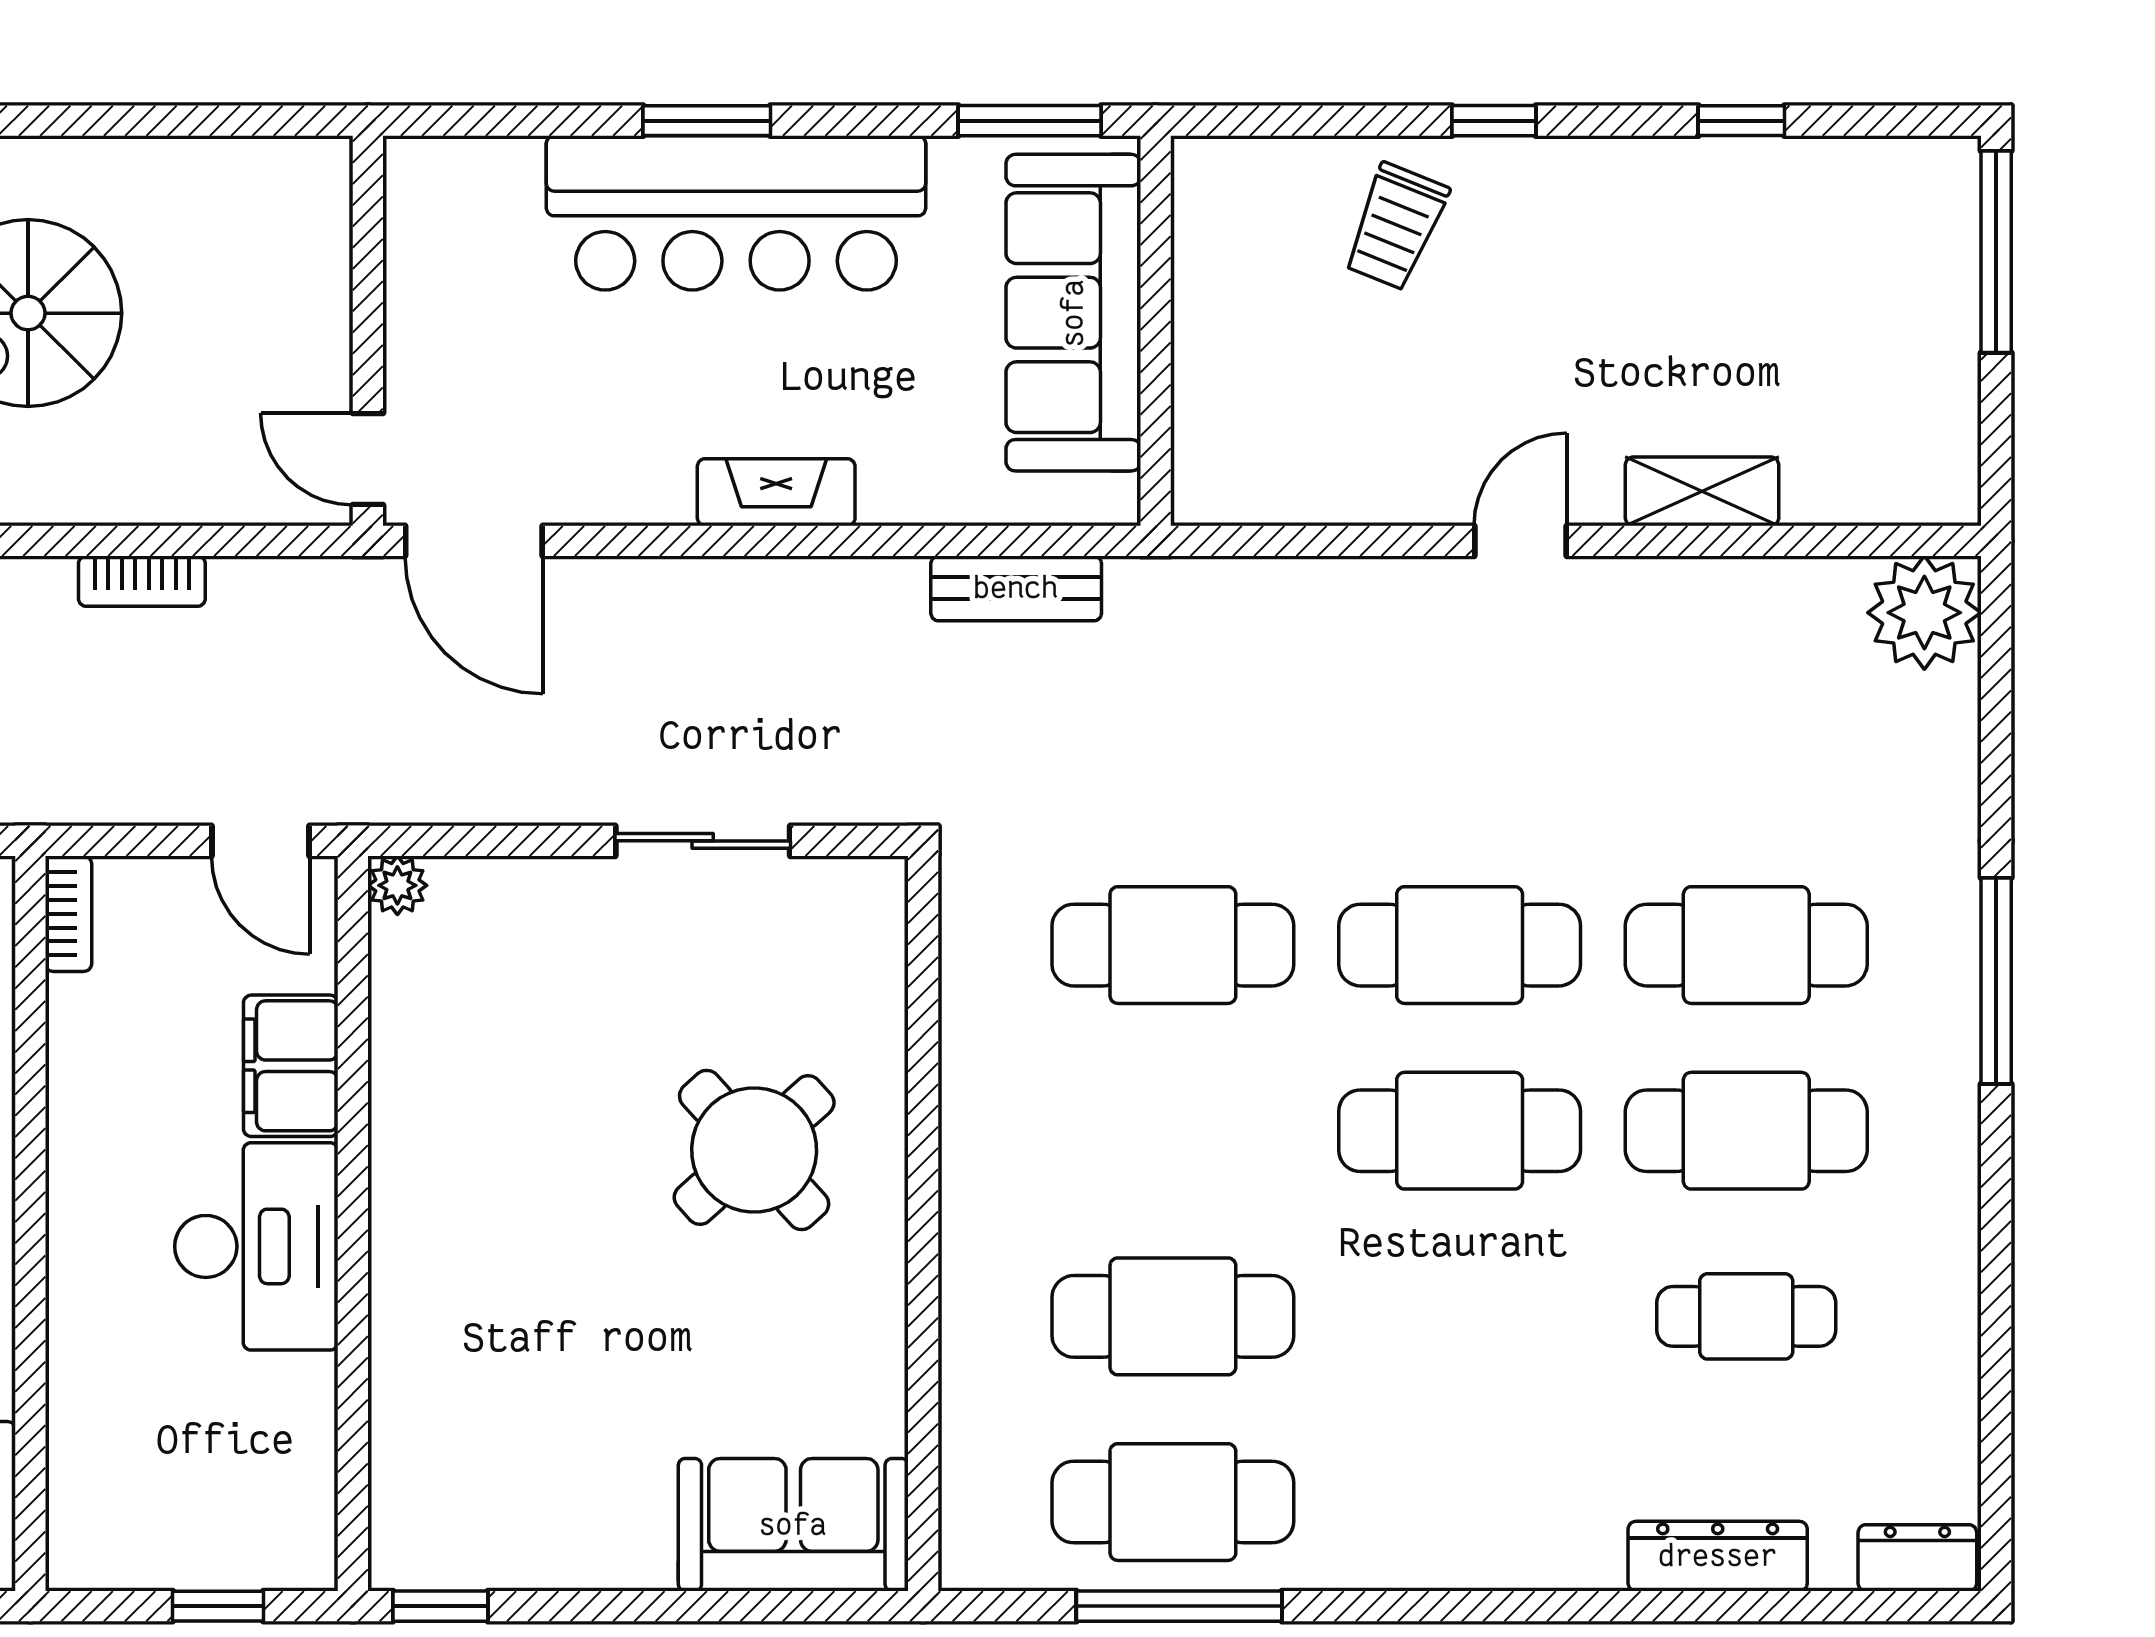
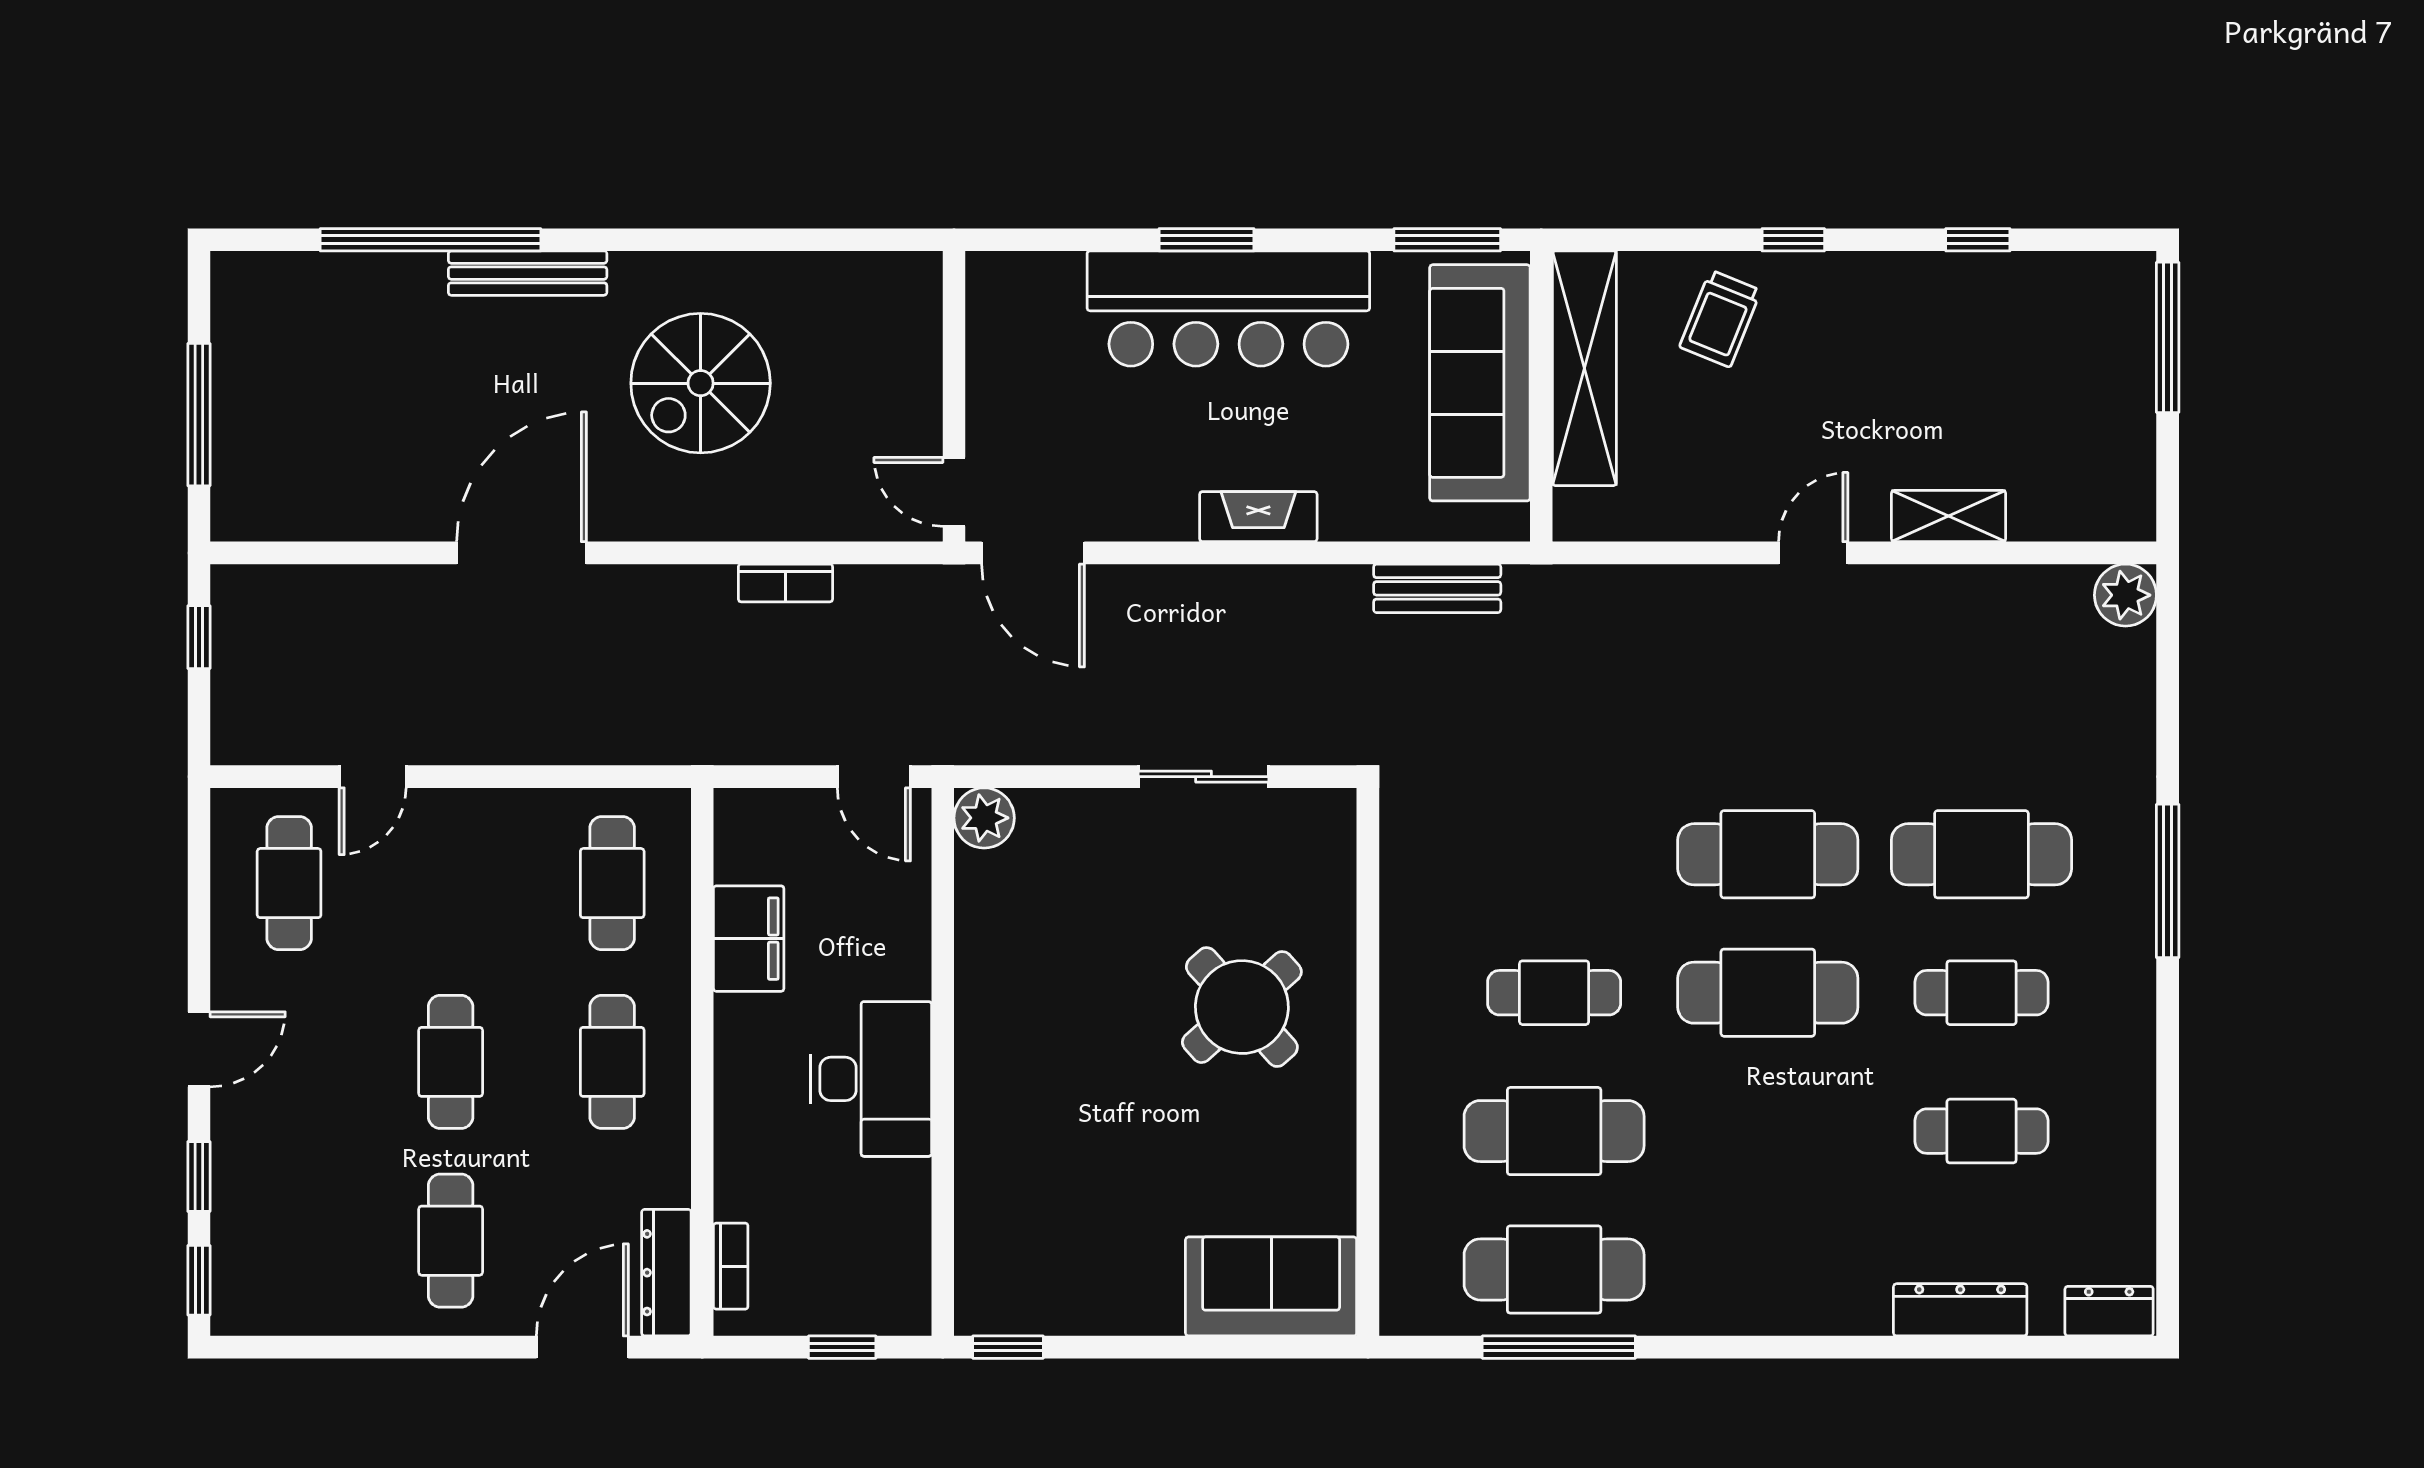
shelving: (1214, 293) -> (1584, 368), added
plant: (1924, 613) -> (2125, 595), width x0.73, depth x0.73
plant: (397, 885) -> (984, 818), width x1.38, depth x1.38
bookcase: (68, 914) -> (731, 1266), moved
cafe table: (1173, 945) -> (1554, 993), moved, width x0.73, depth x0.74
filing cabinet: (291, 1066) -> (749, 939), moved, turned 180
cafe table: (1746, 1131) -> (1981, 993), width x0.73, depth x0.74

